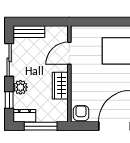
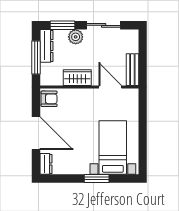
bench: (29, 32) -> (132, 70), moved
window: (9, 100) -> (63, 25), width x1.50
dresser: (24, 116) -> (46, 46), width x1.44

